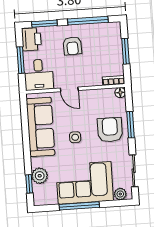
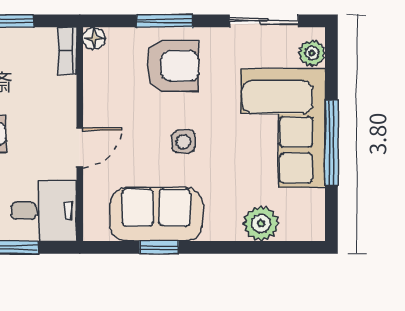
sofa: (41, 127) -> (156, 214), width x0.73
armchair: (110, 130) -> (173, 66), turned 180
window: (29, 184) -> (159, 247), moved

